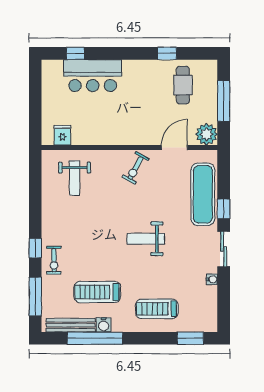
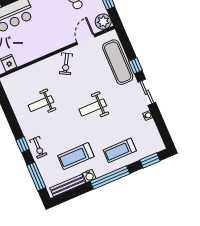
weight bench: (75, 178) -> (41, 104), moved, turned 90
window: (95, 338) -> (110, 177), moved

